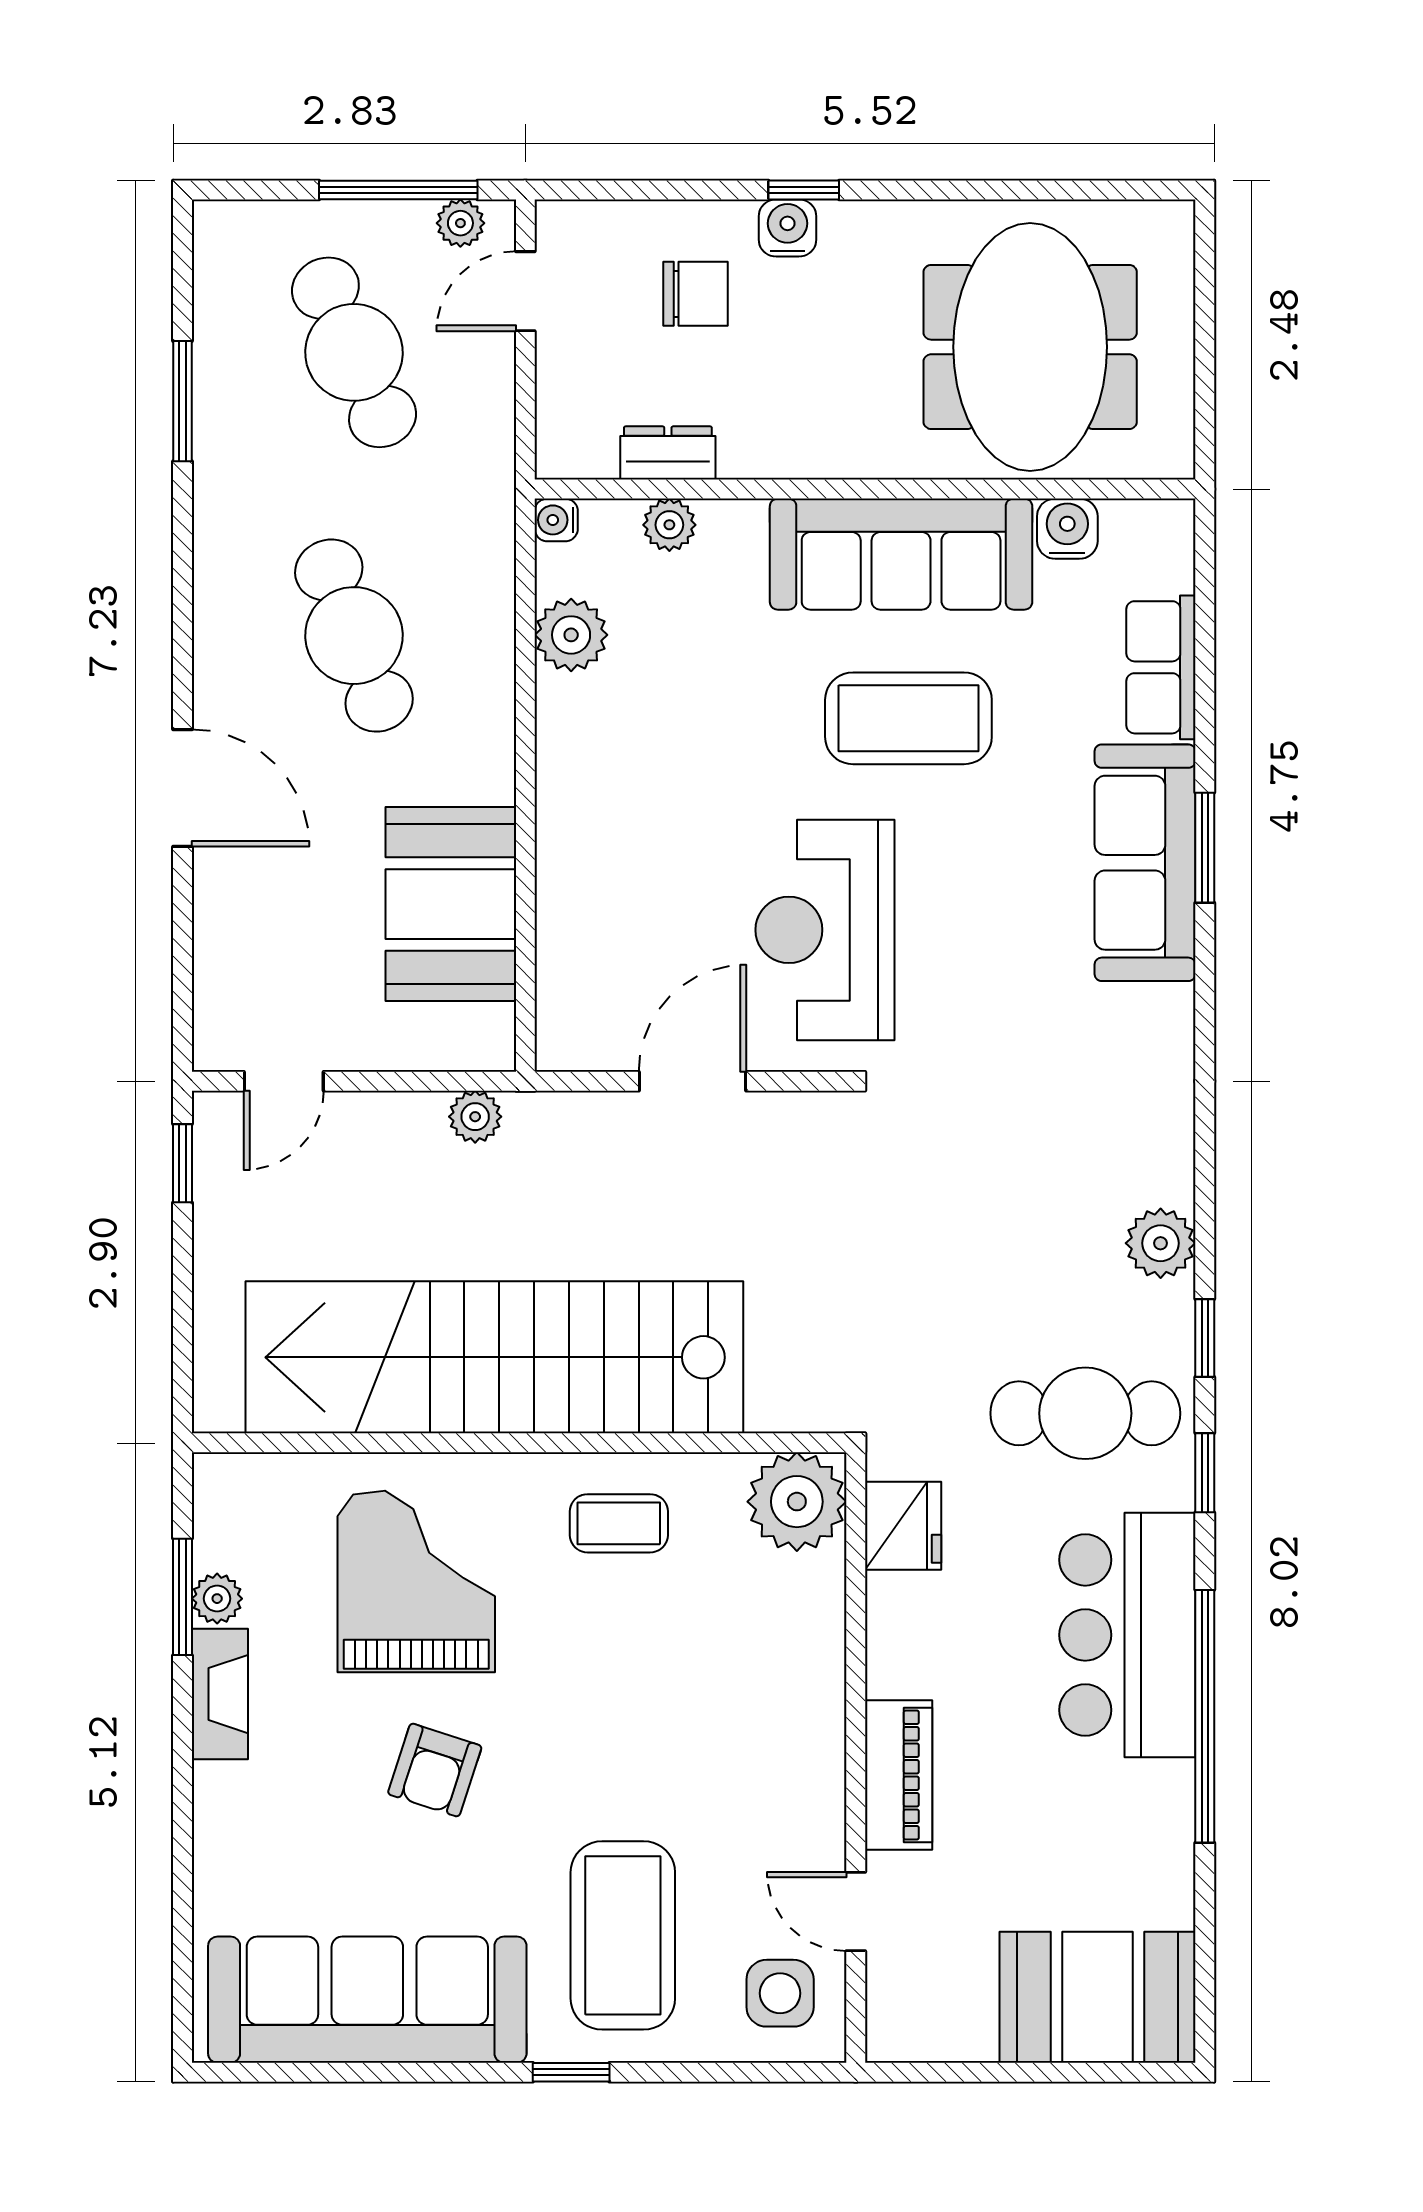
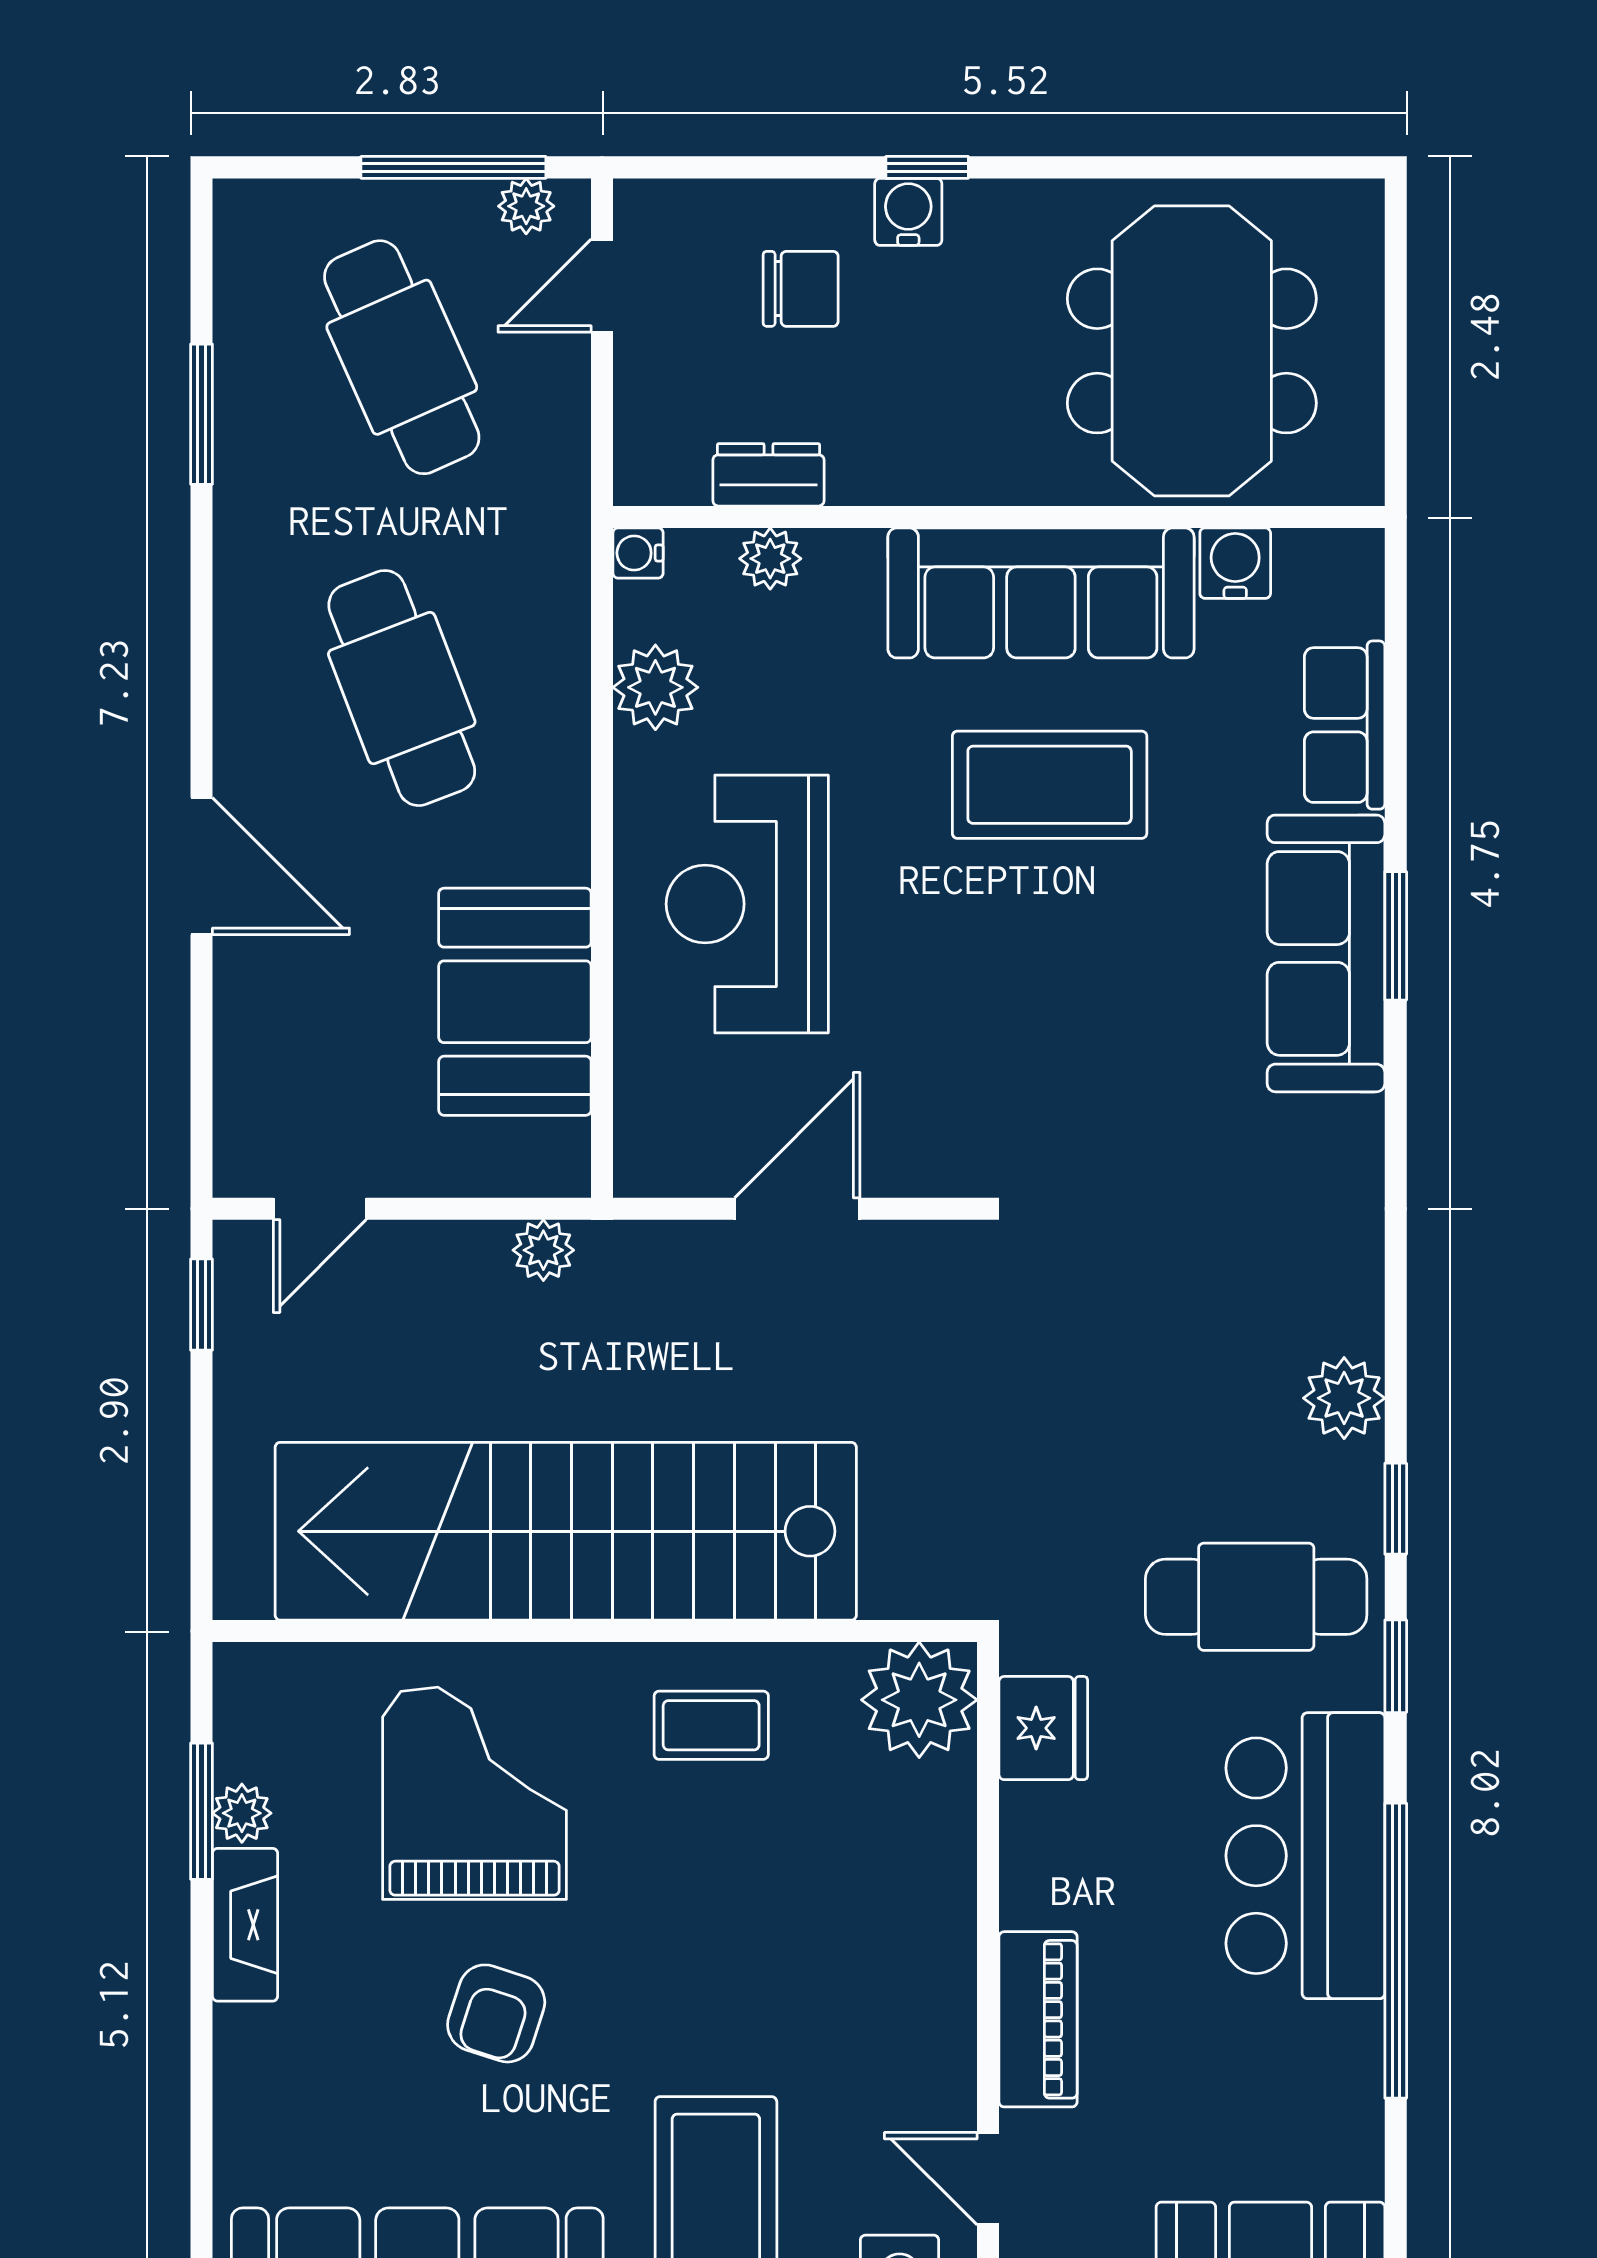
reception desk: (825, 930) -> (747, 904), moved

